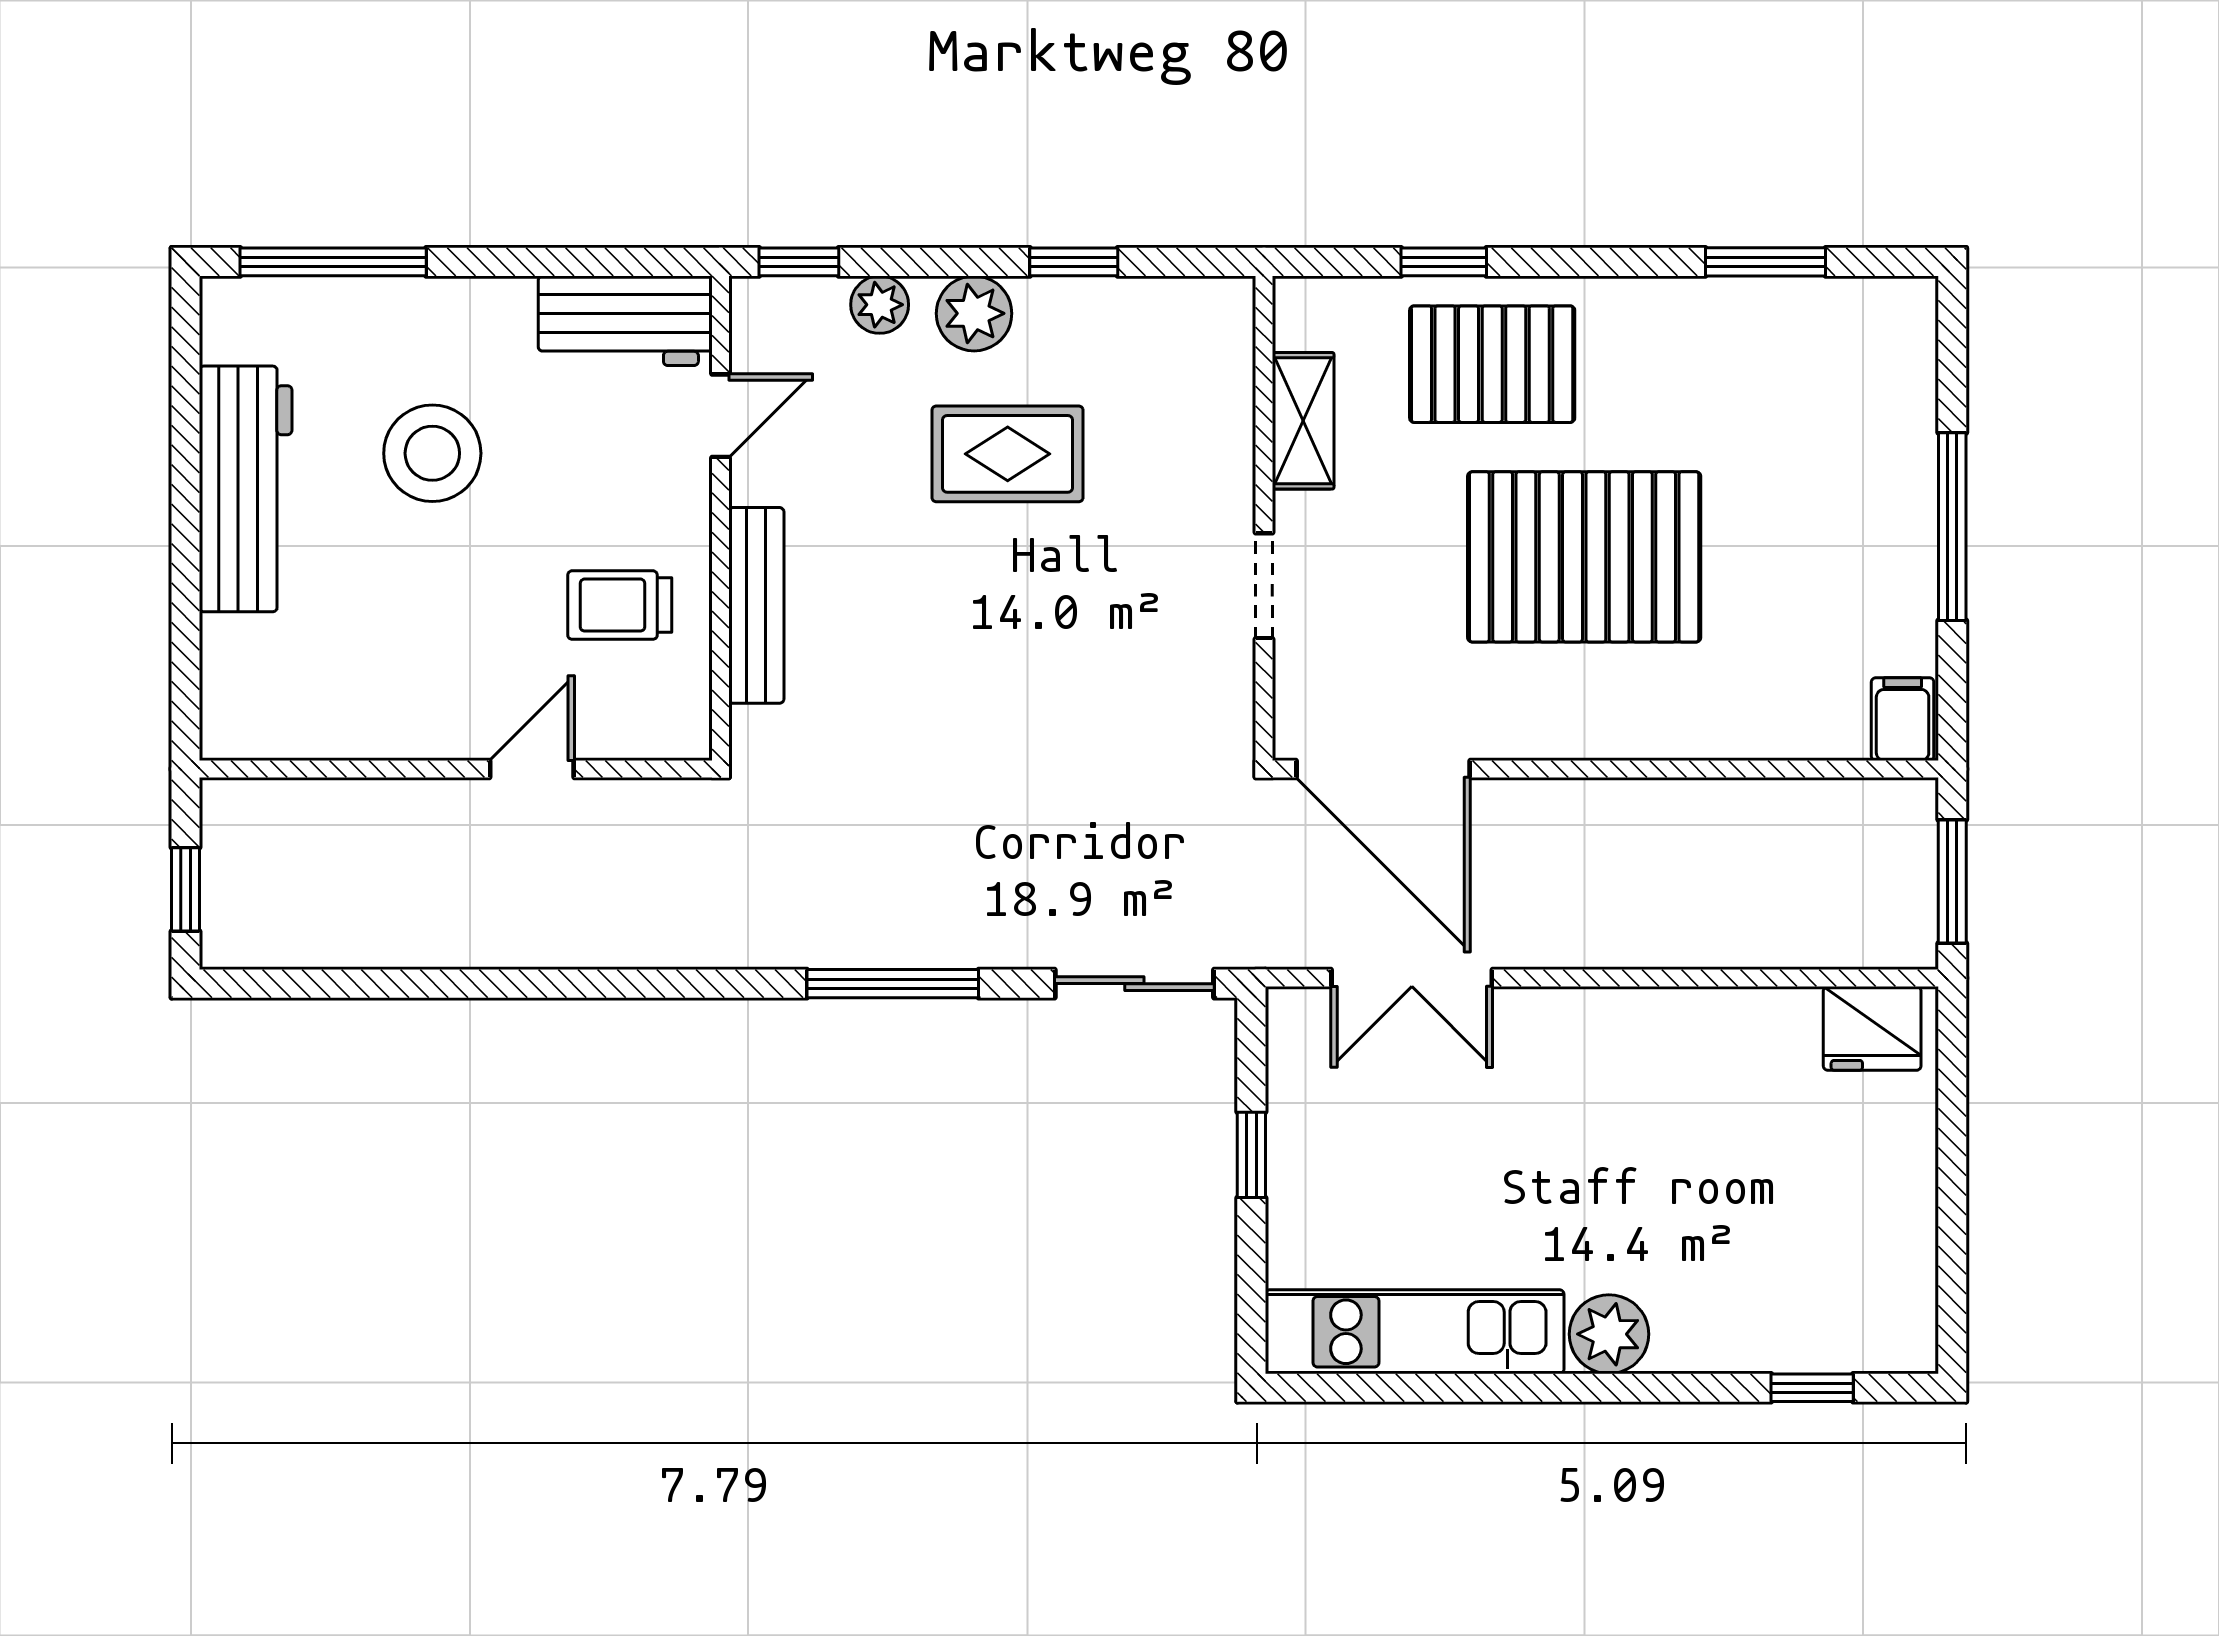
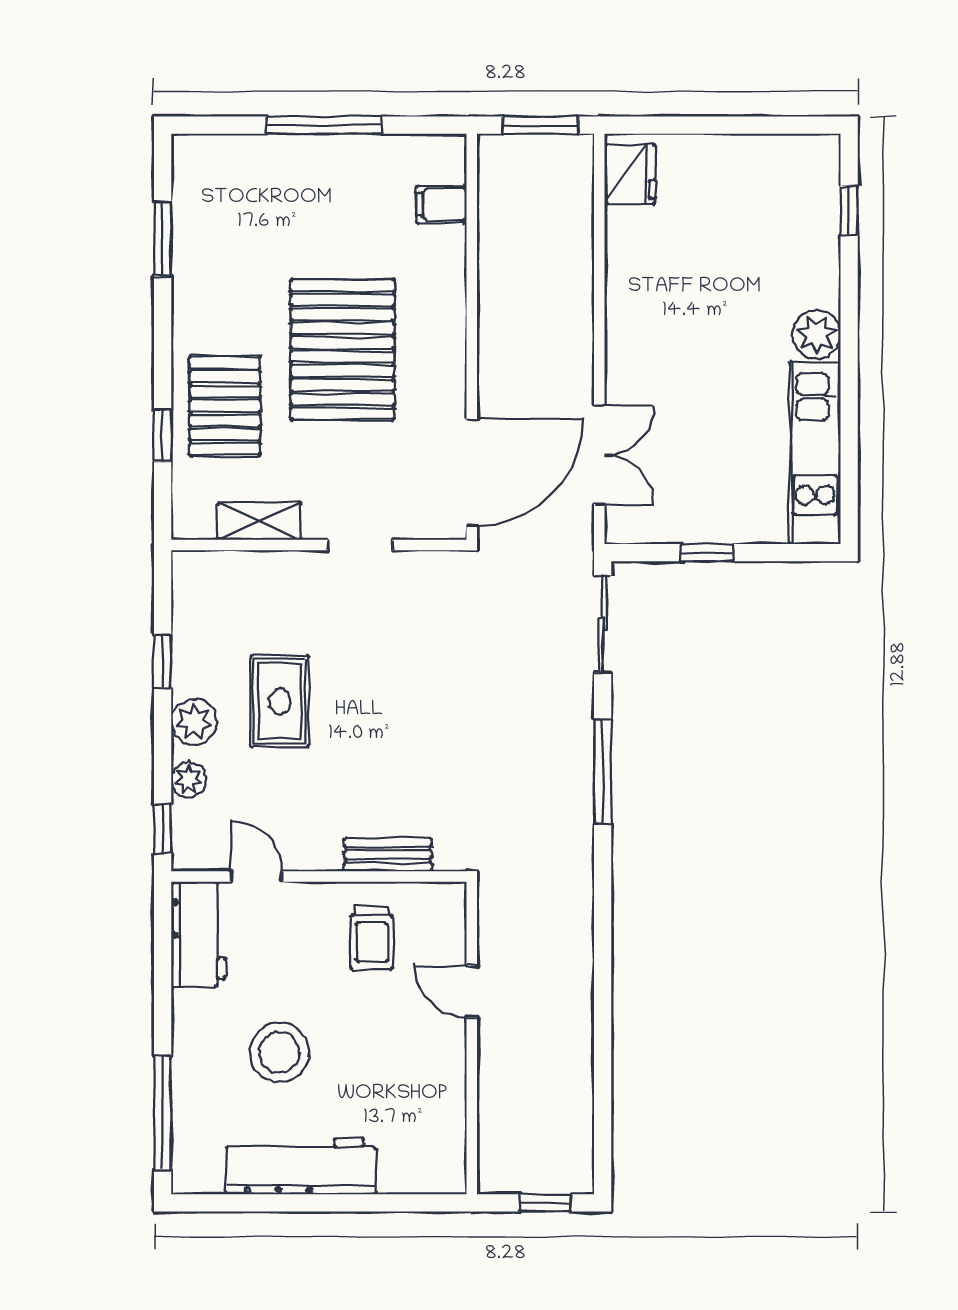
bench: (756, 605) -> (388, 855), width x0.73
filing cabinet: (1903, 719) -> (441, 204), moved

